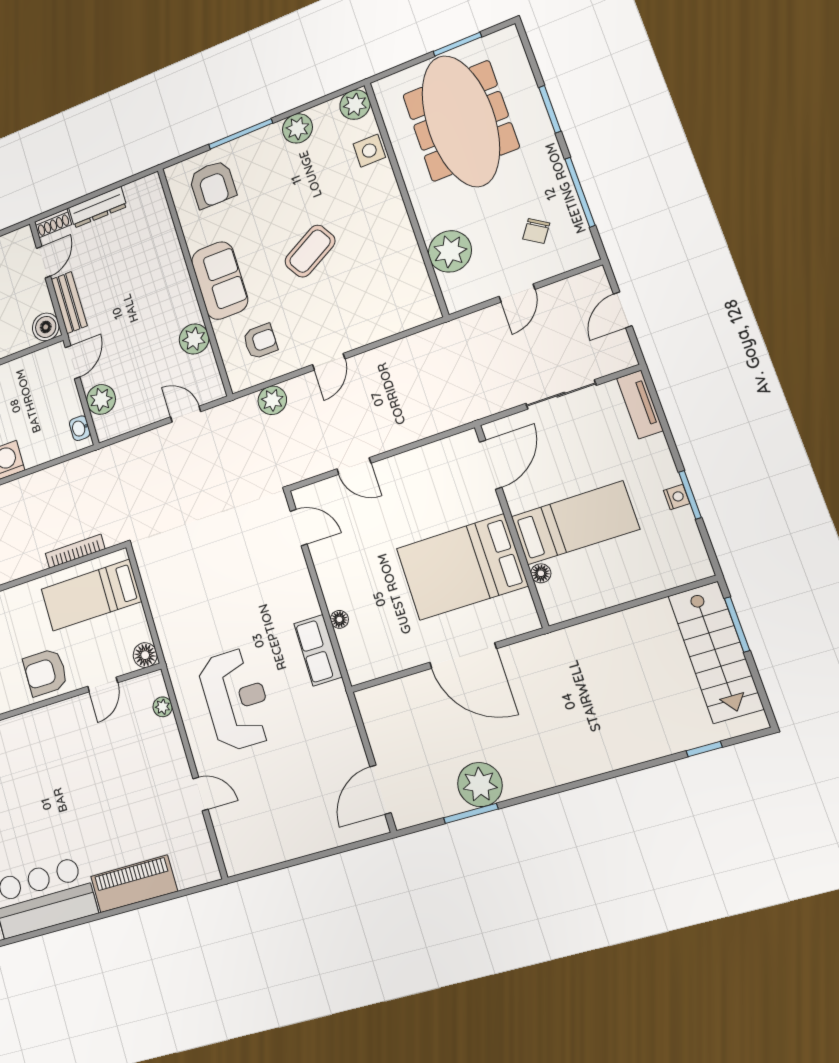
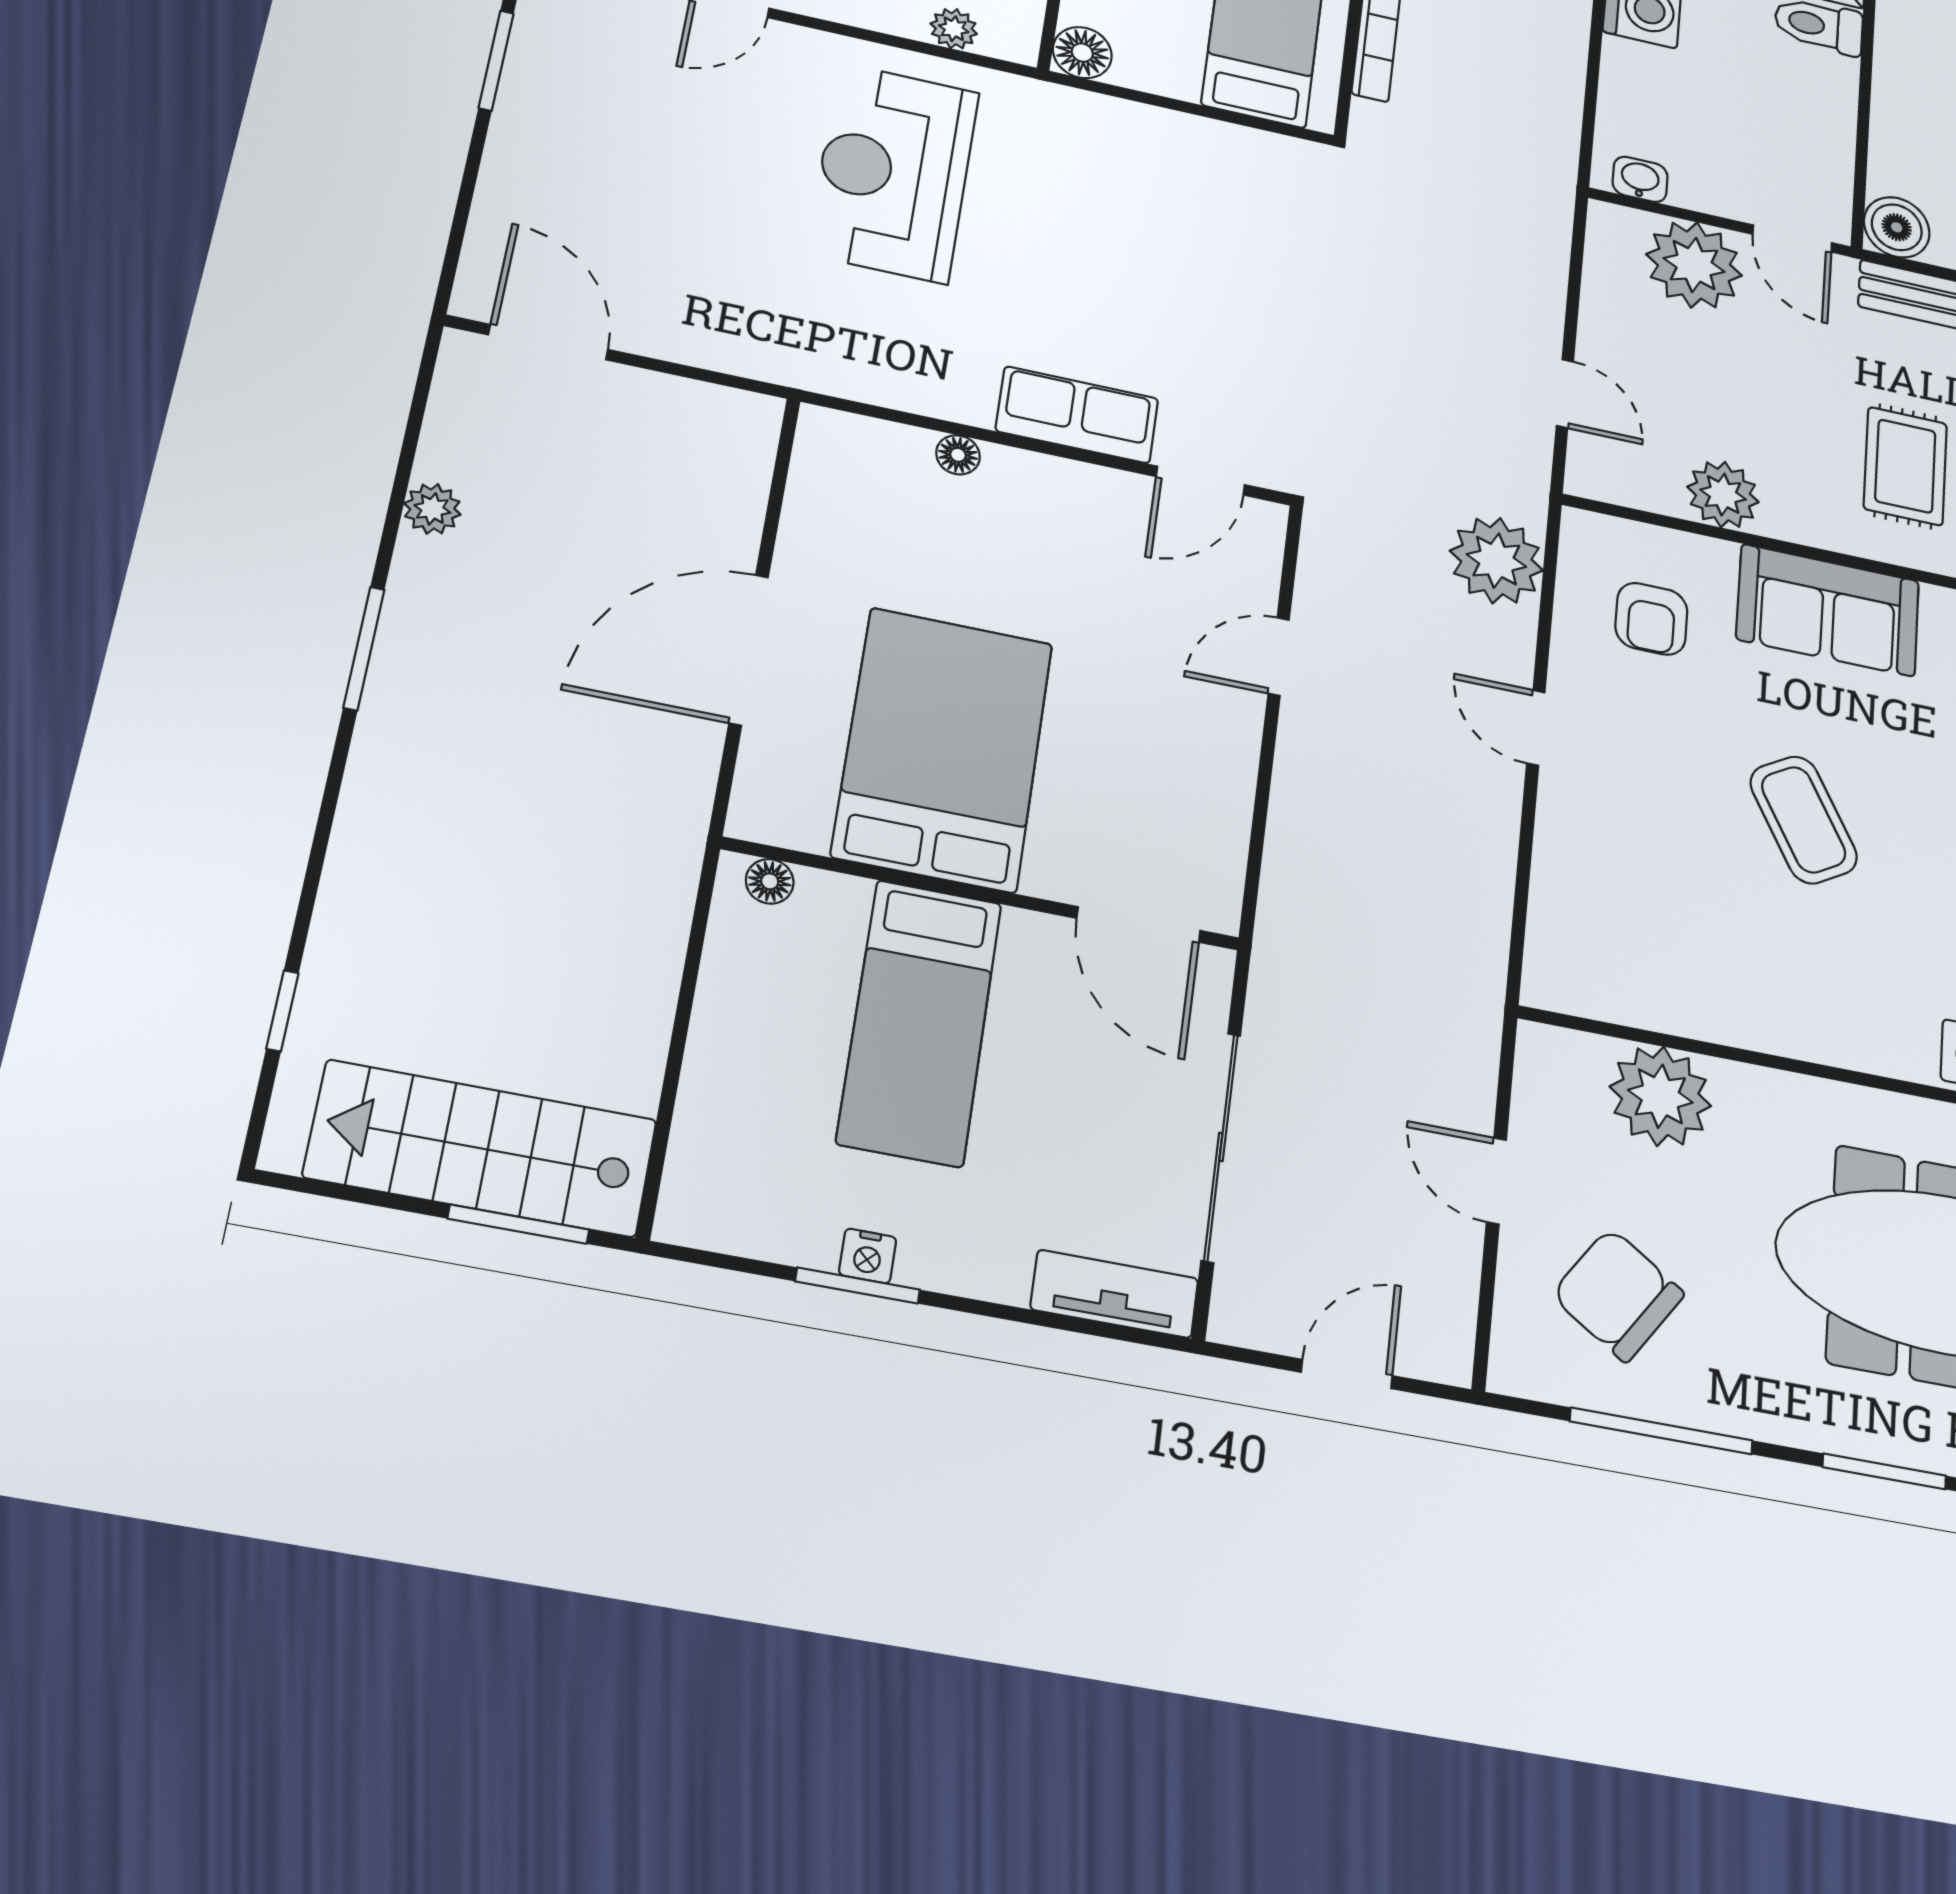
chair: (536, 231) -> (1618, 1295), width x1.87, depth x1.87
rug: (144, 280) -> (1905, 466), added
door: (623, 310) -> (1347, 1374), hinge flipped
sliding door: (561, 395) -> (1221, 1147), width x1.37
plant: (101, 399) -> (1694, 265), width x1.36, depth x1.36
plant: (272, 400) -> (1496, 561), width x1.36, depth x1.36
door: (186, 414) -> (1565, 394), hinge flipped
floor lamp: (541, 573) -> (770, 881), moved
row of seats: (318, 650) -> (1077, 415), moved
reception desk: (236, 699) -> (893, 172), turned 90
plant: (480, 785) -> (432, 509), width x0.53, depth x0.53
window: (471, 813) -> (364, 648), moved
window: (275, 868) -> (496, 61), added

